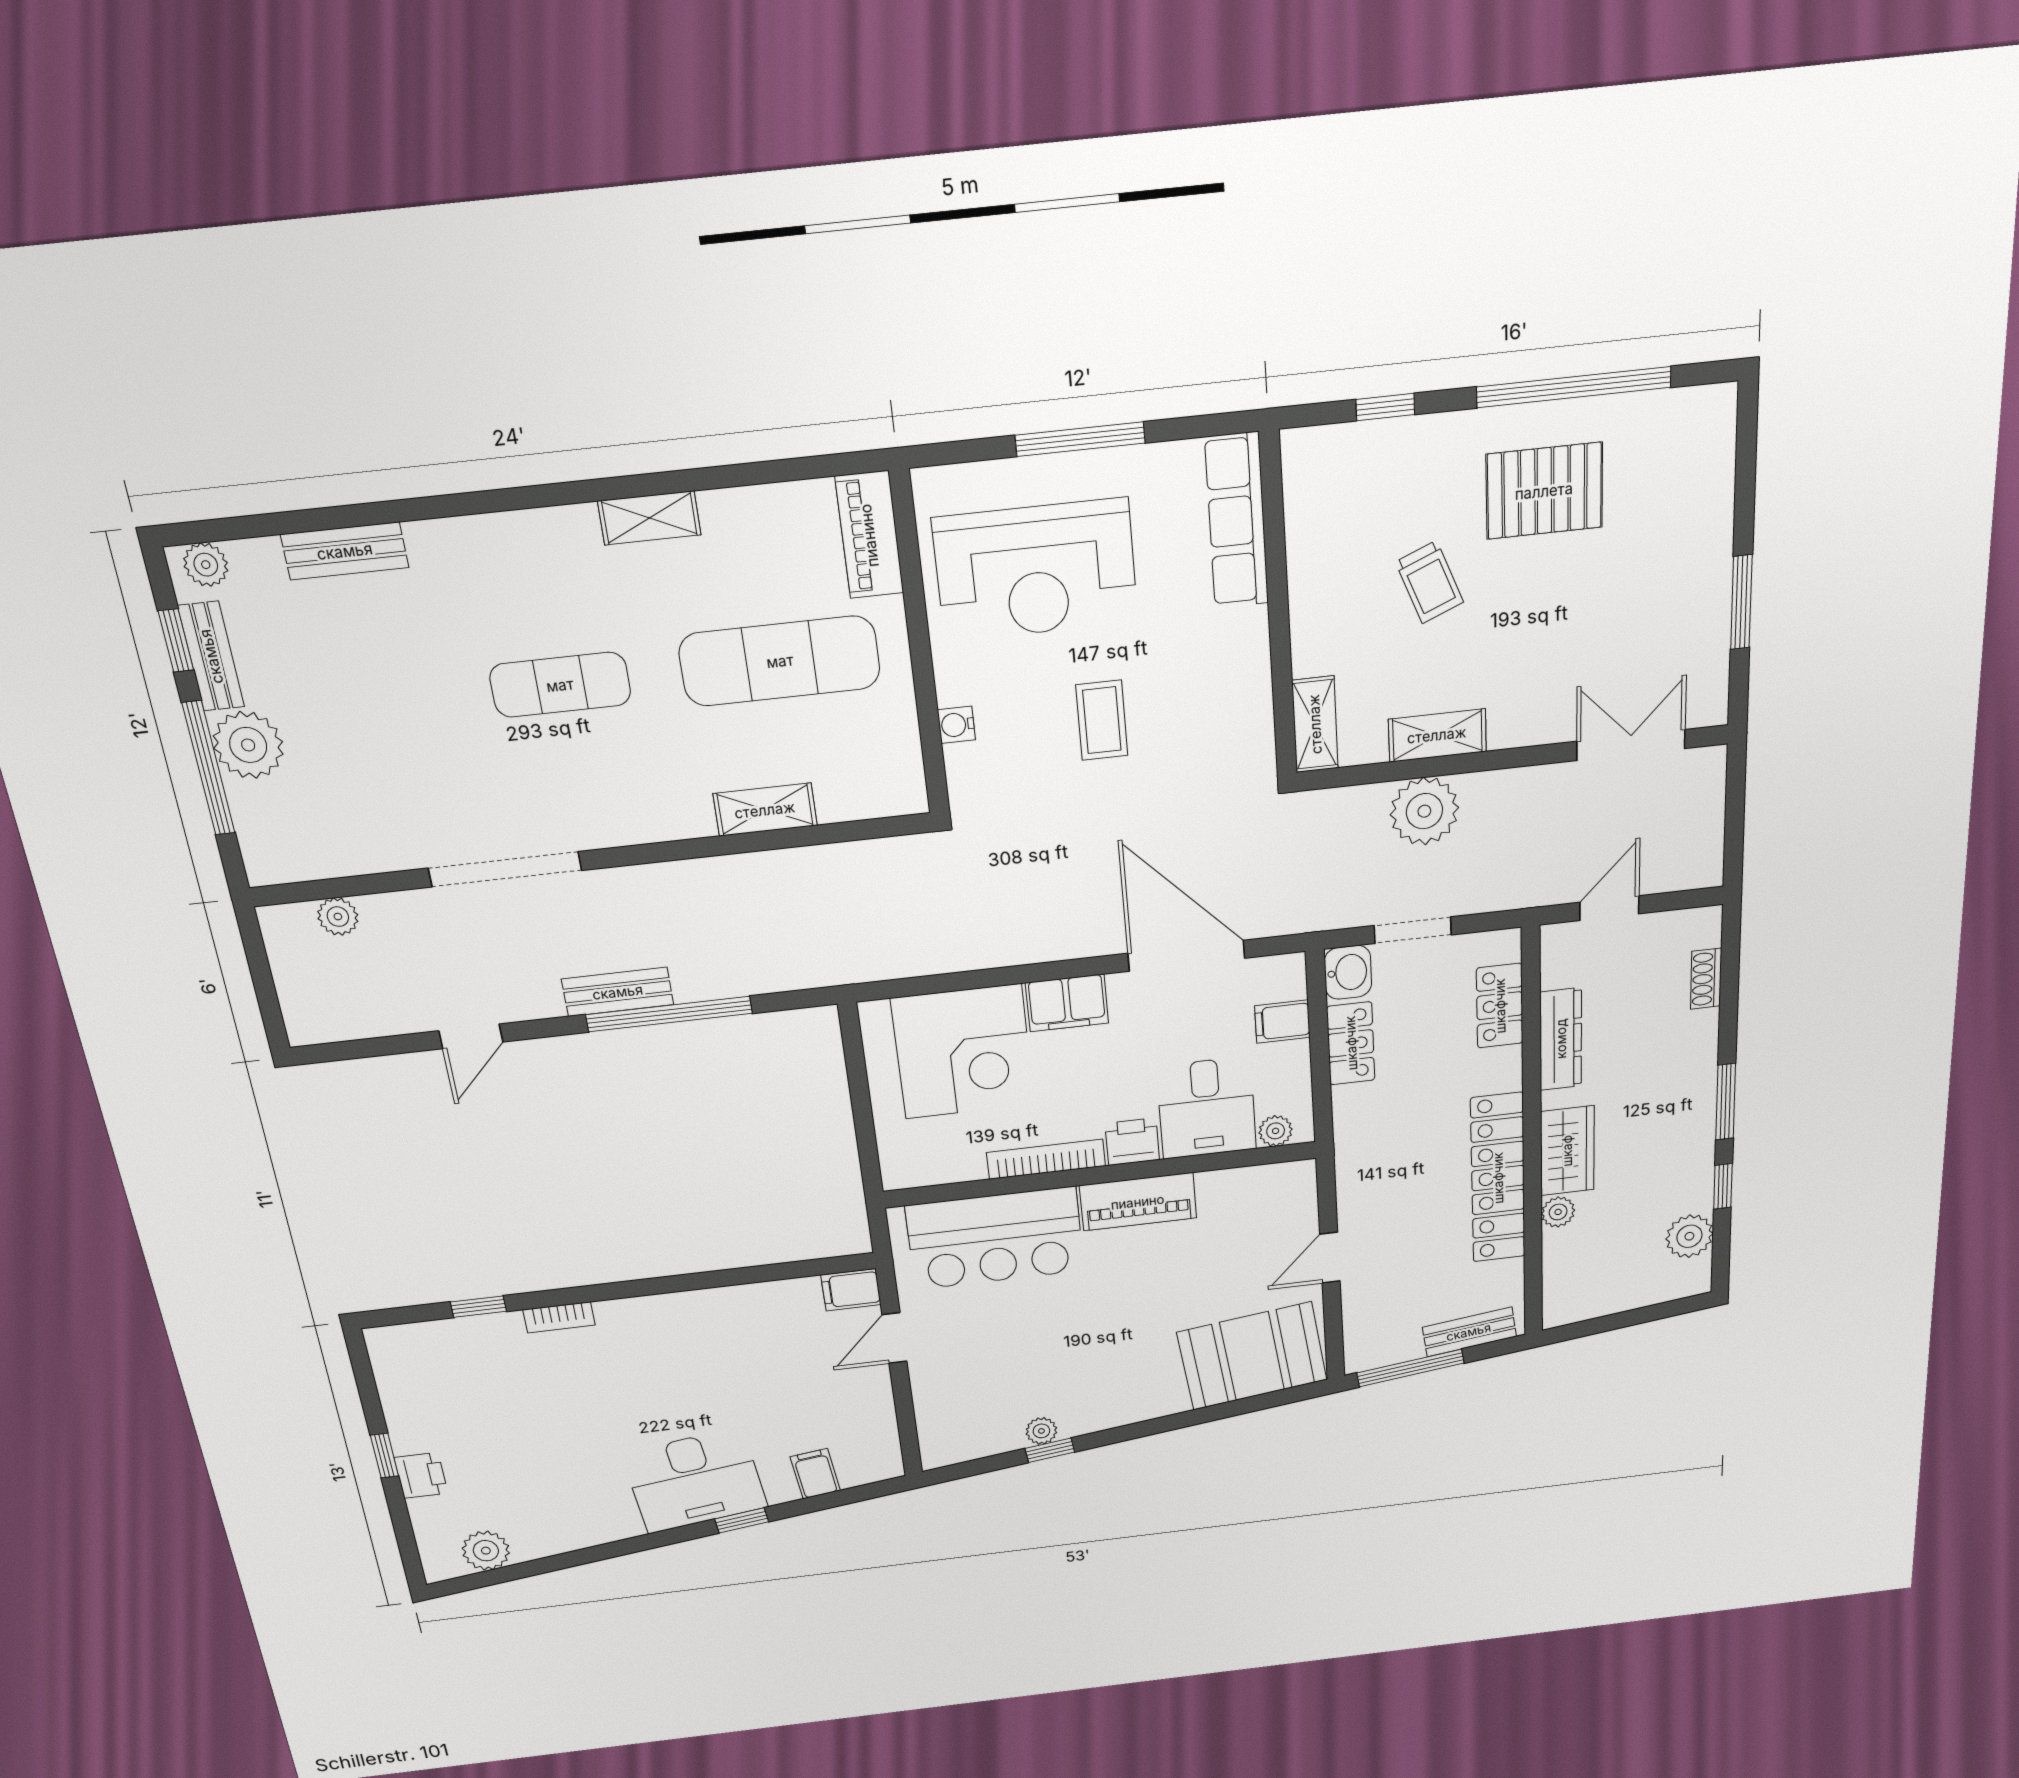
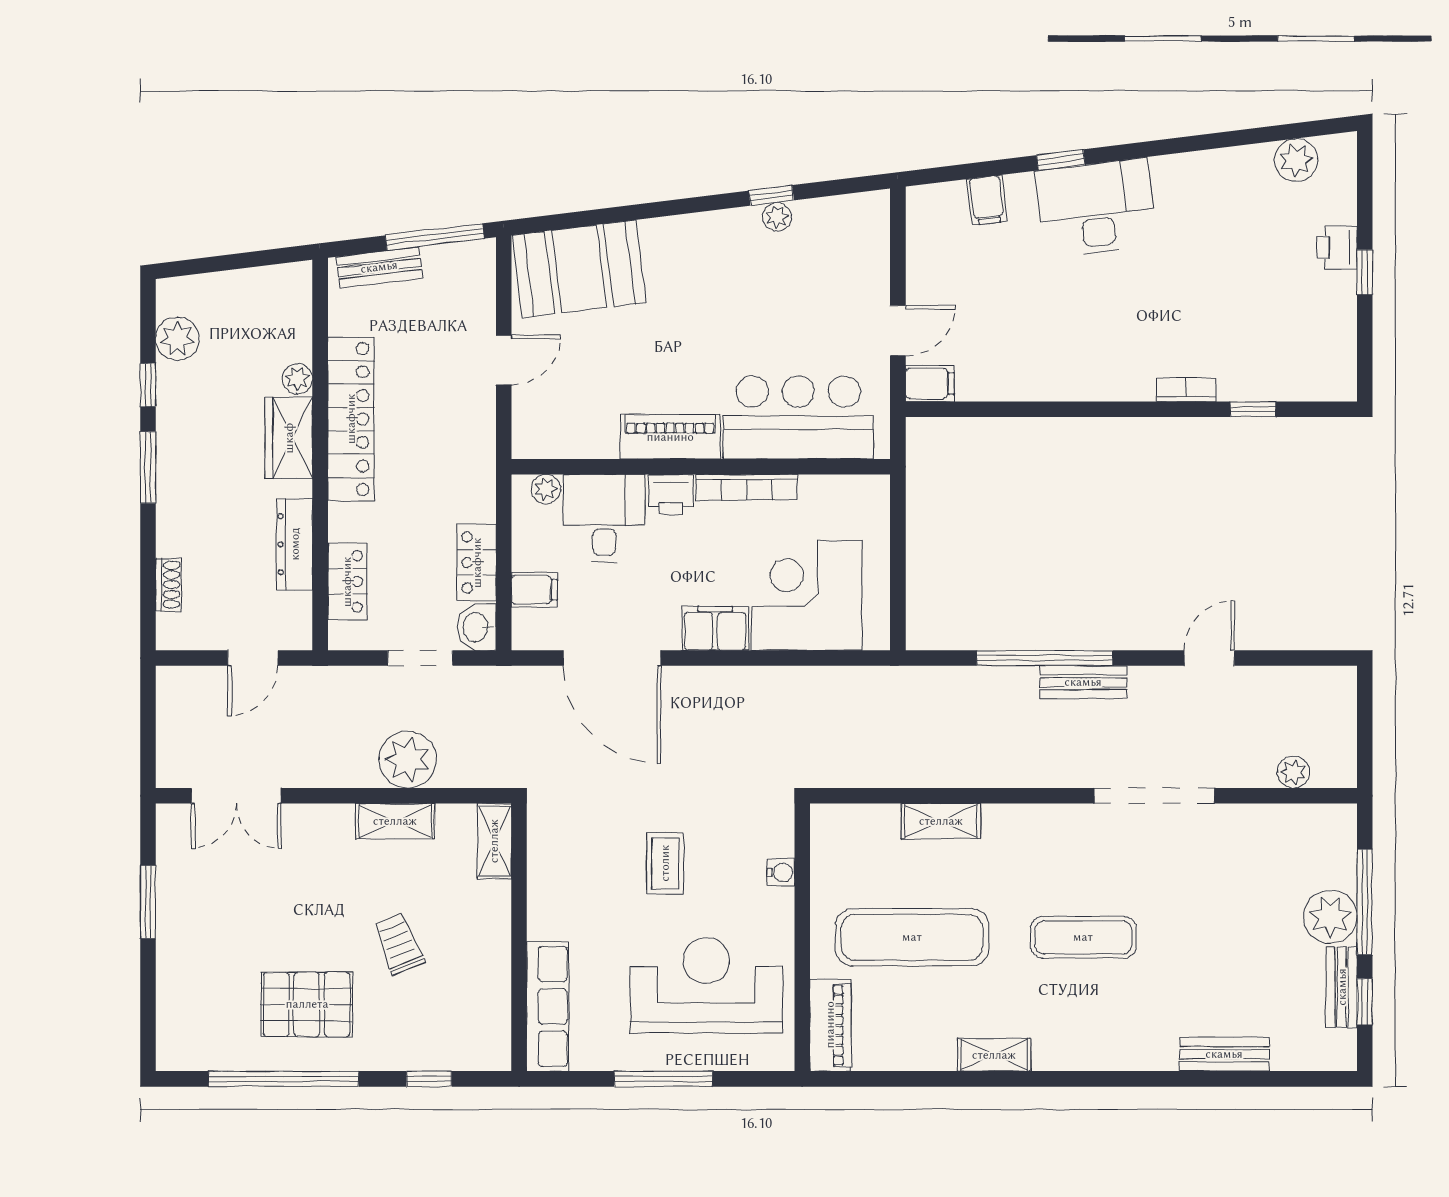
plant: (206, 565) -> (1329, 1055), removed

